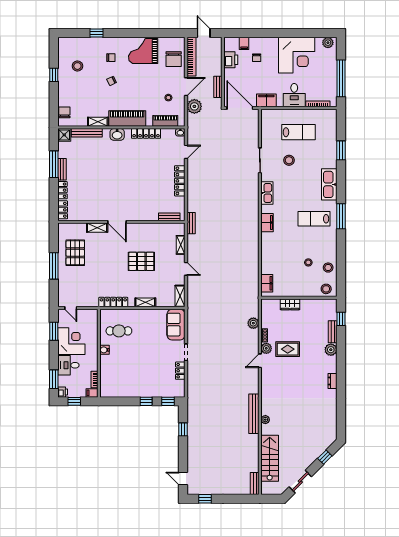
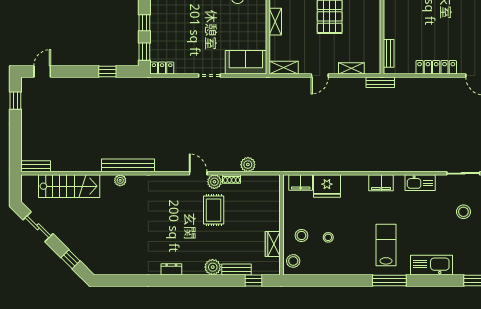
fridge: (269, 263) -> (327, 186), added
stool: (328, 268) -> (301, 236), moved
wardrobe: (290, 304) -> (273, 244), moved
locker: (180, 371) -> (162, 68), moved

